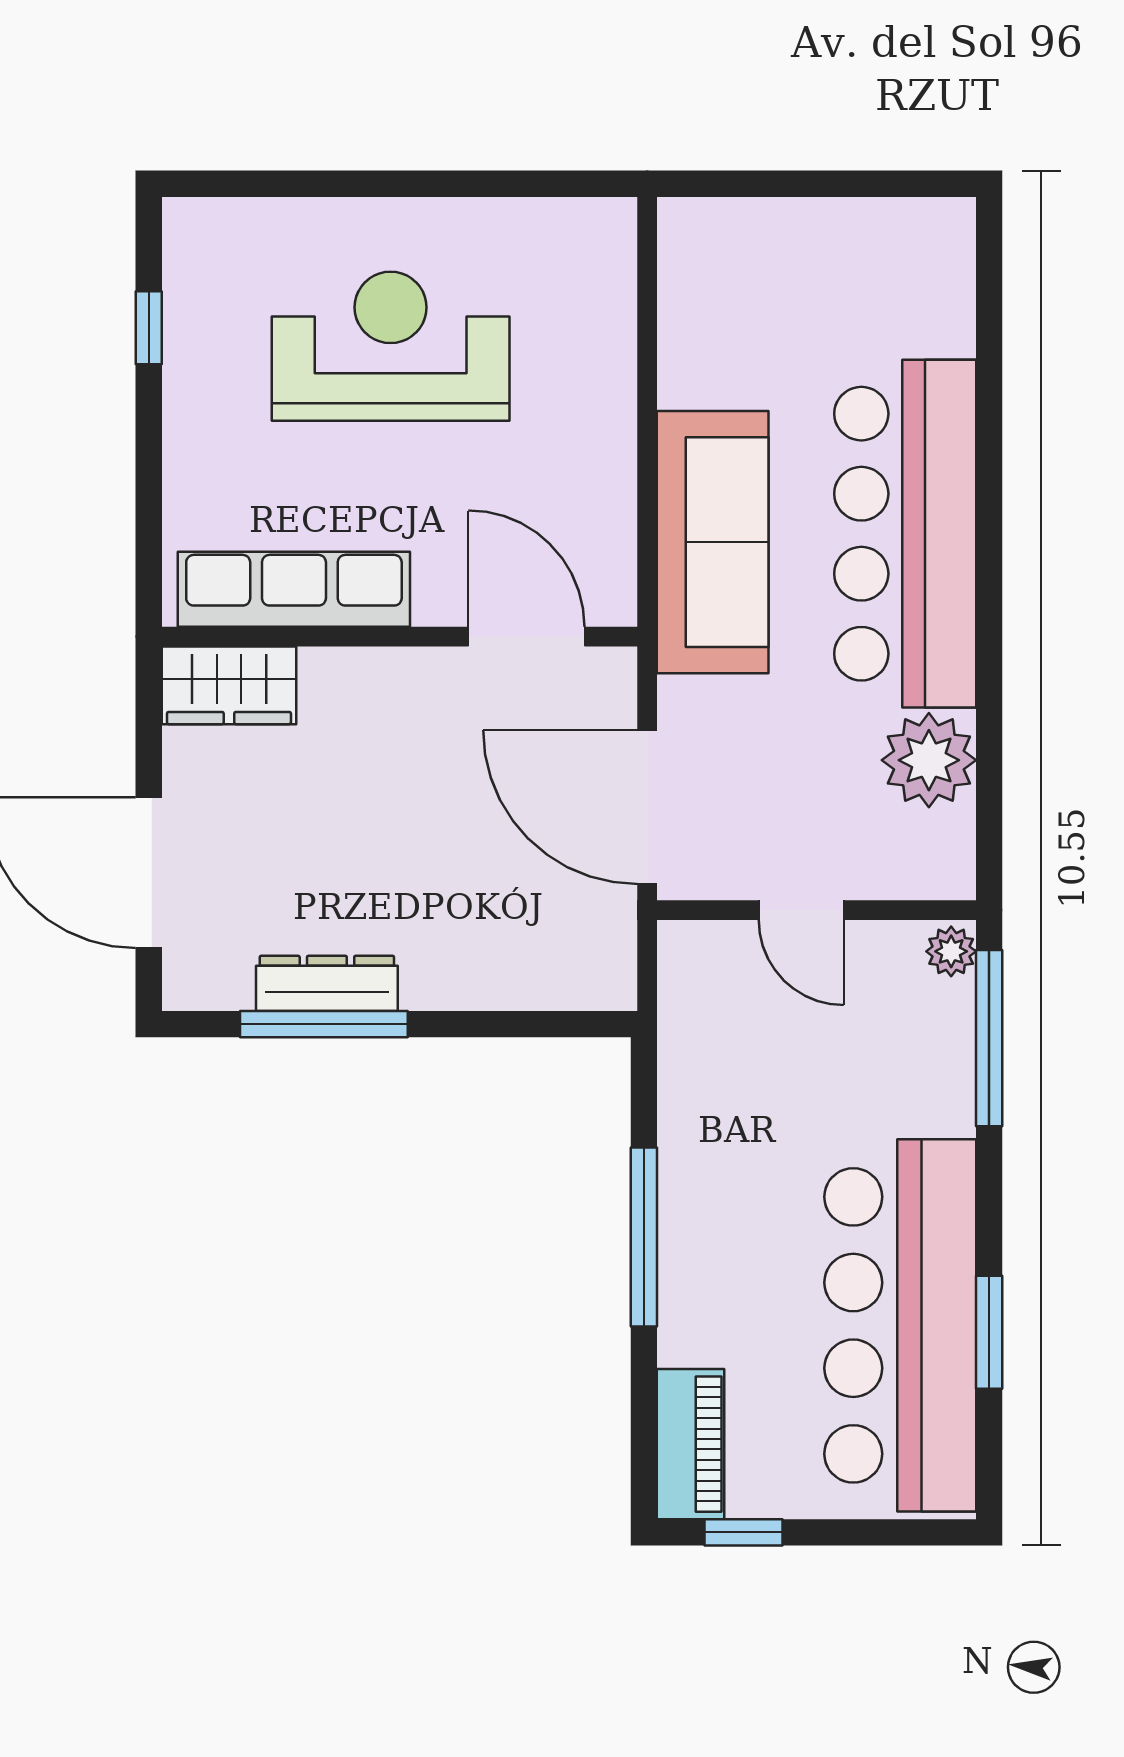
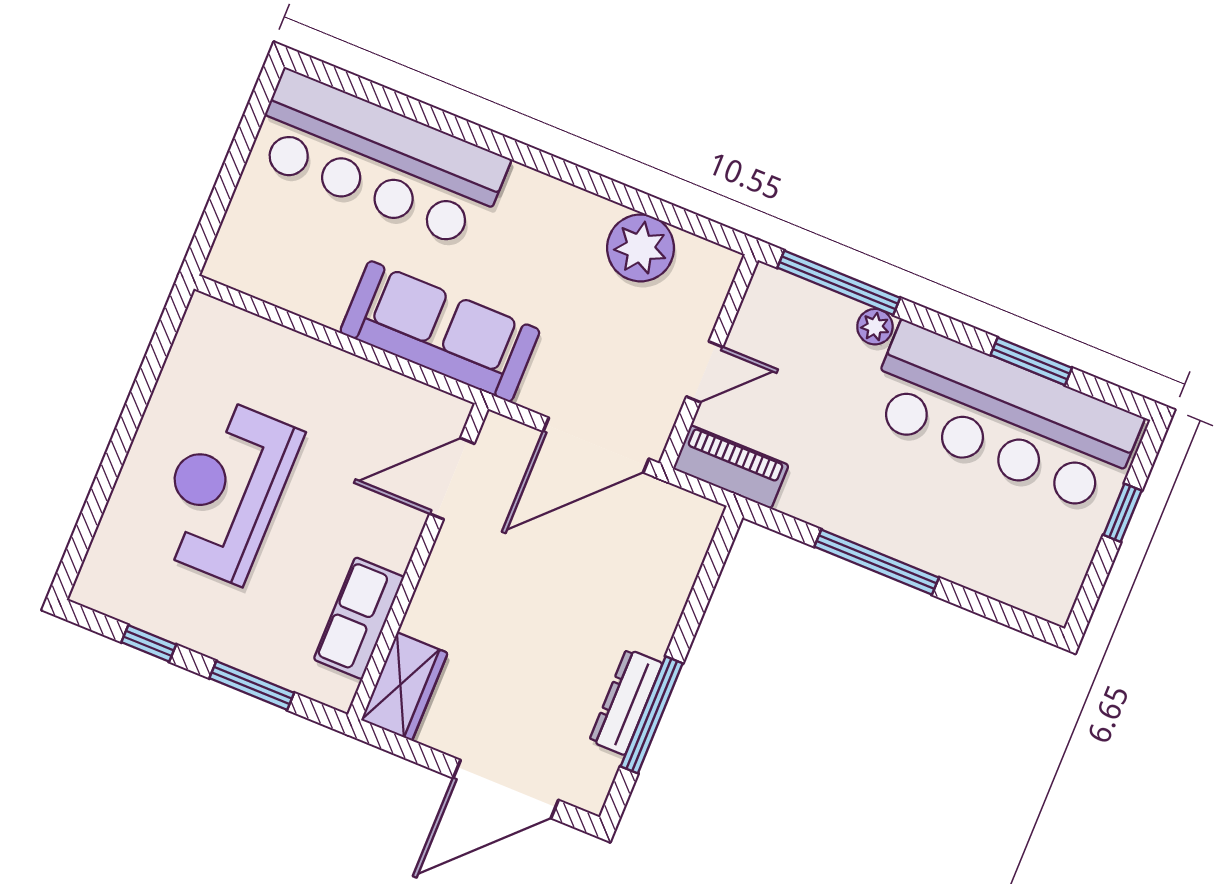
window: (149, 485) -> (252, 685), added
bar counter: (905, 534) -> (379, 159), moved
row of seats: (294, 589) -> (359, 618), width x0.68
plant: (951, 951) -> (875, 327), moved
piano: (691, 1444) -> (731, 467), moved
window: (744, 1532) -> (1123, 513), moved

